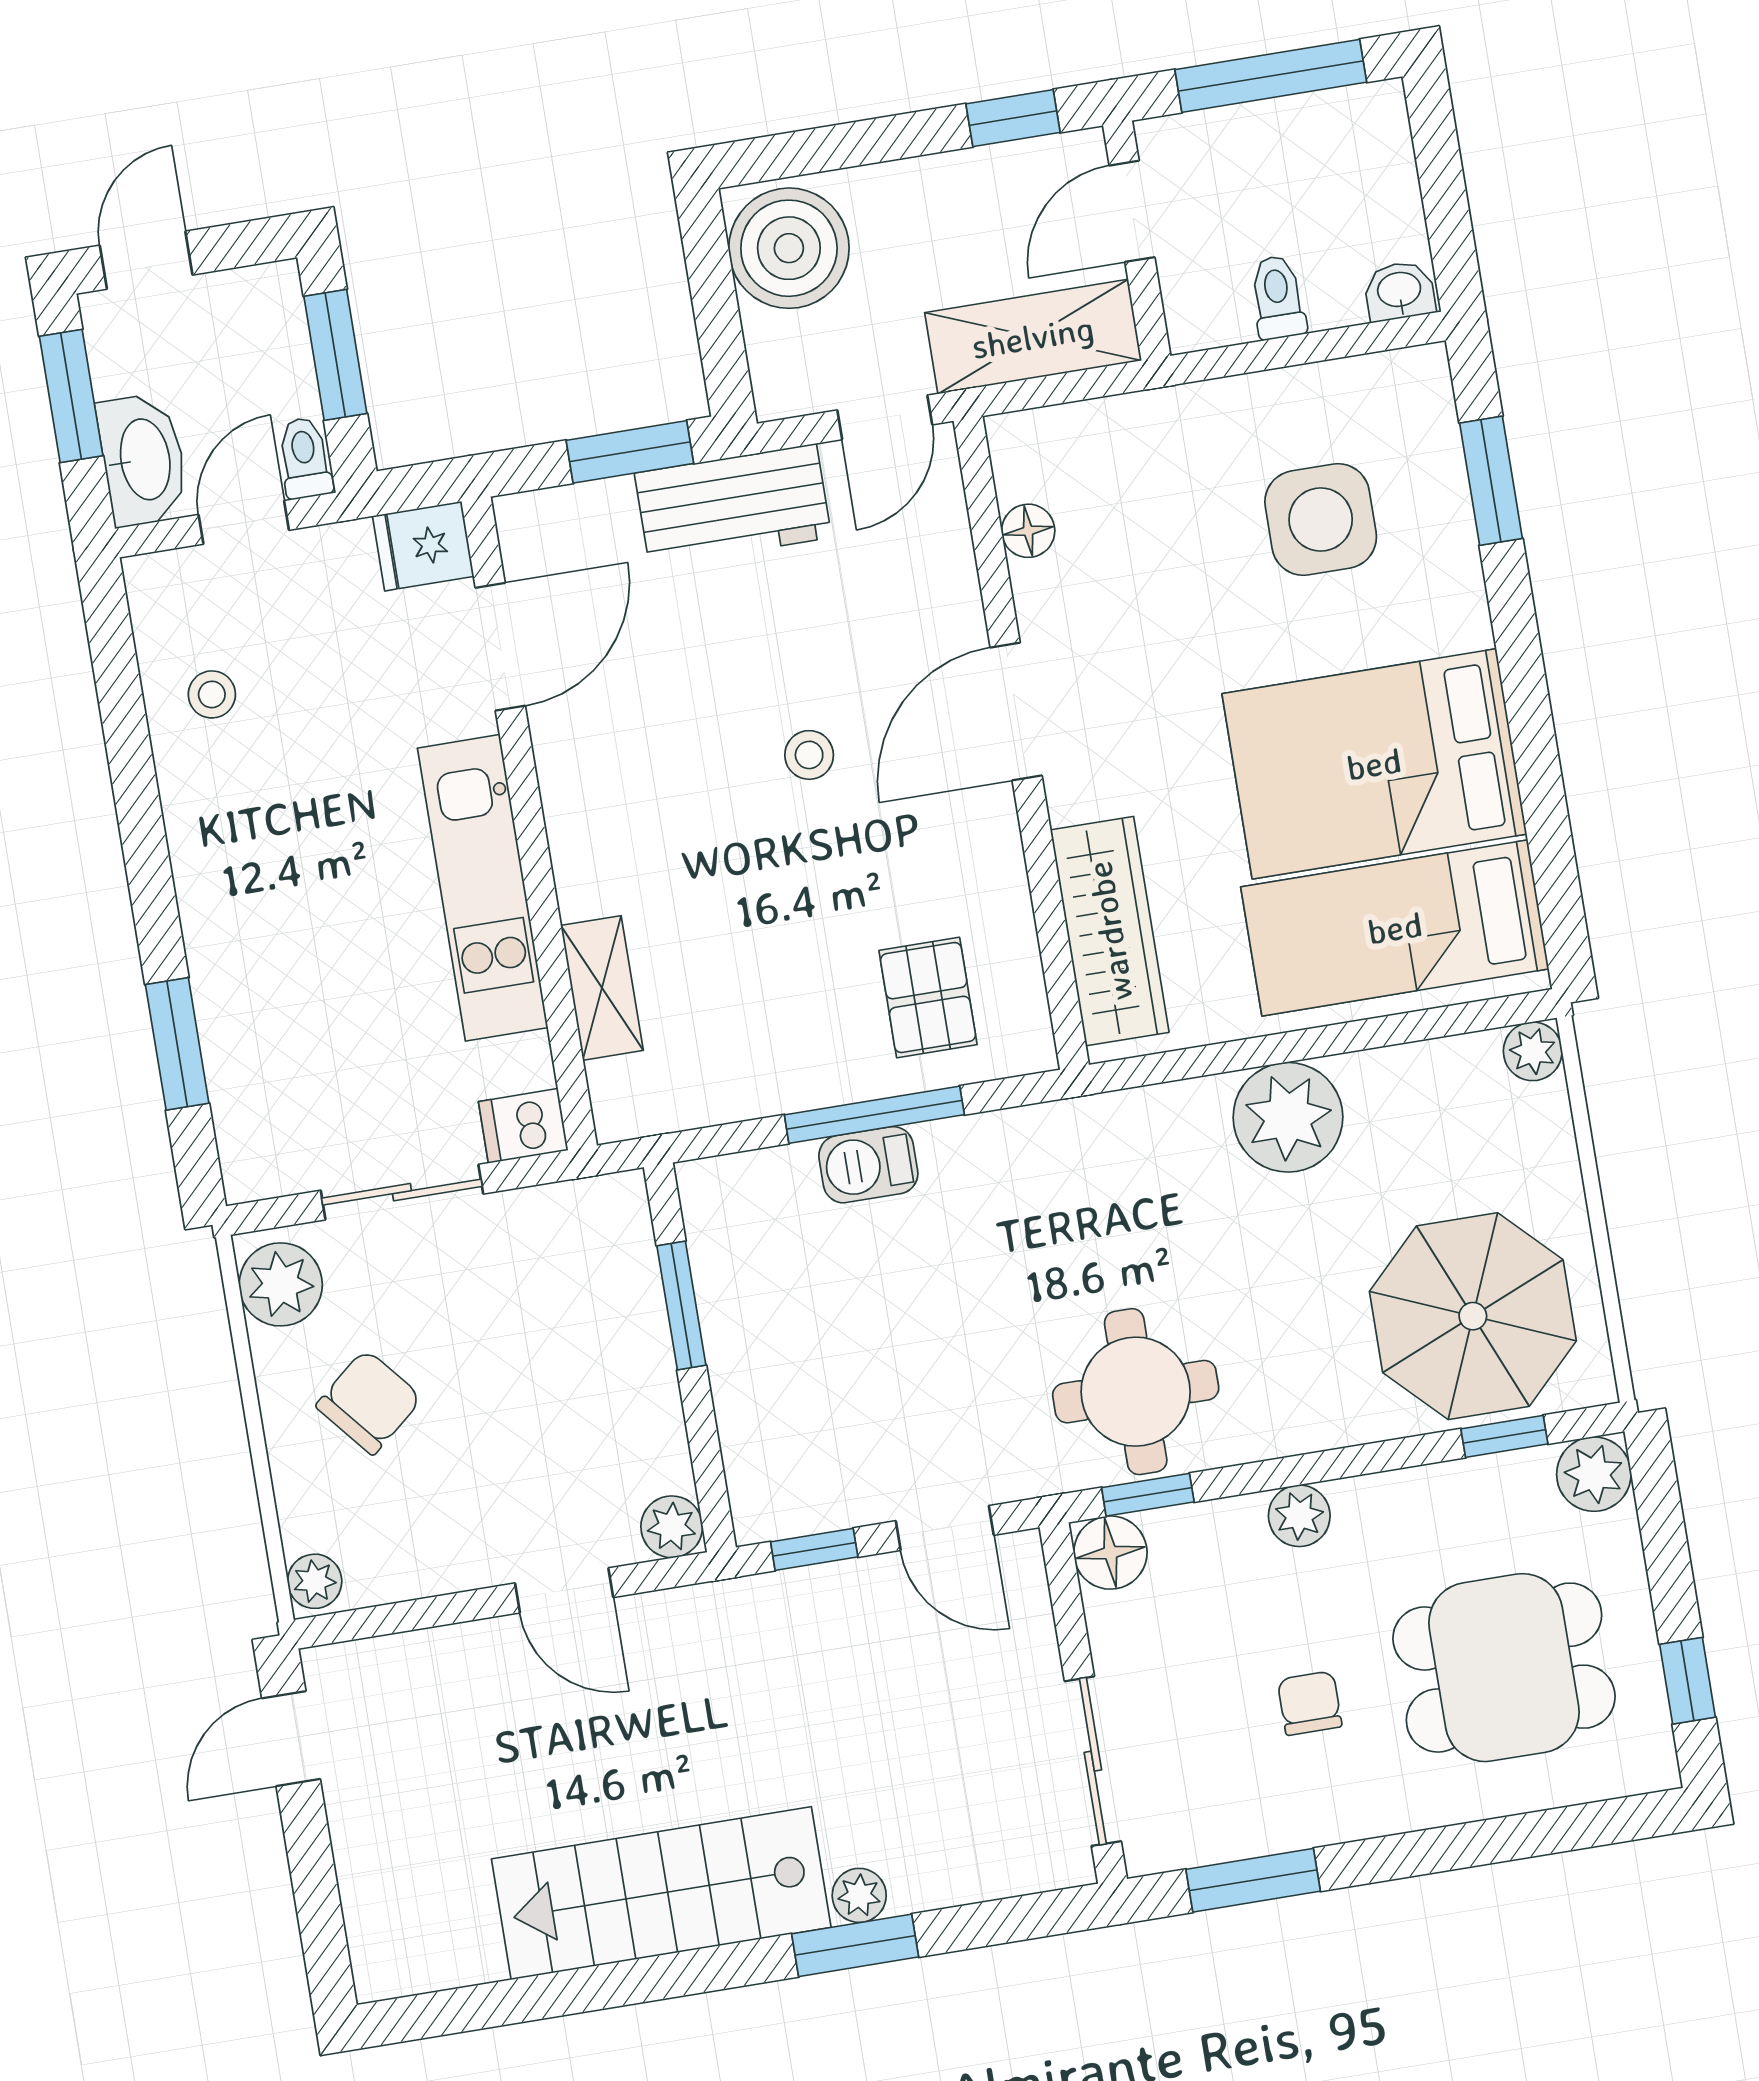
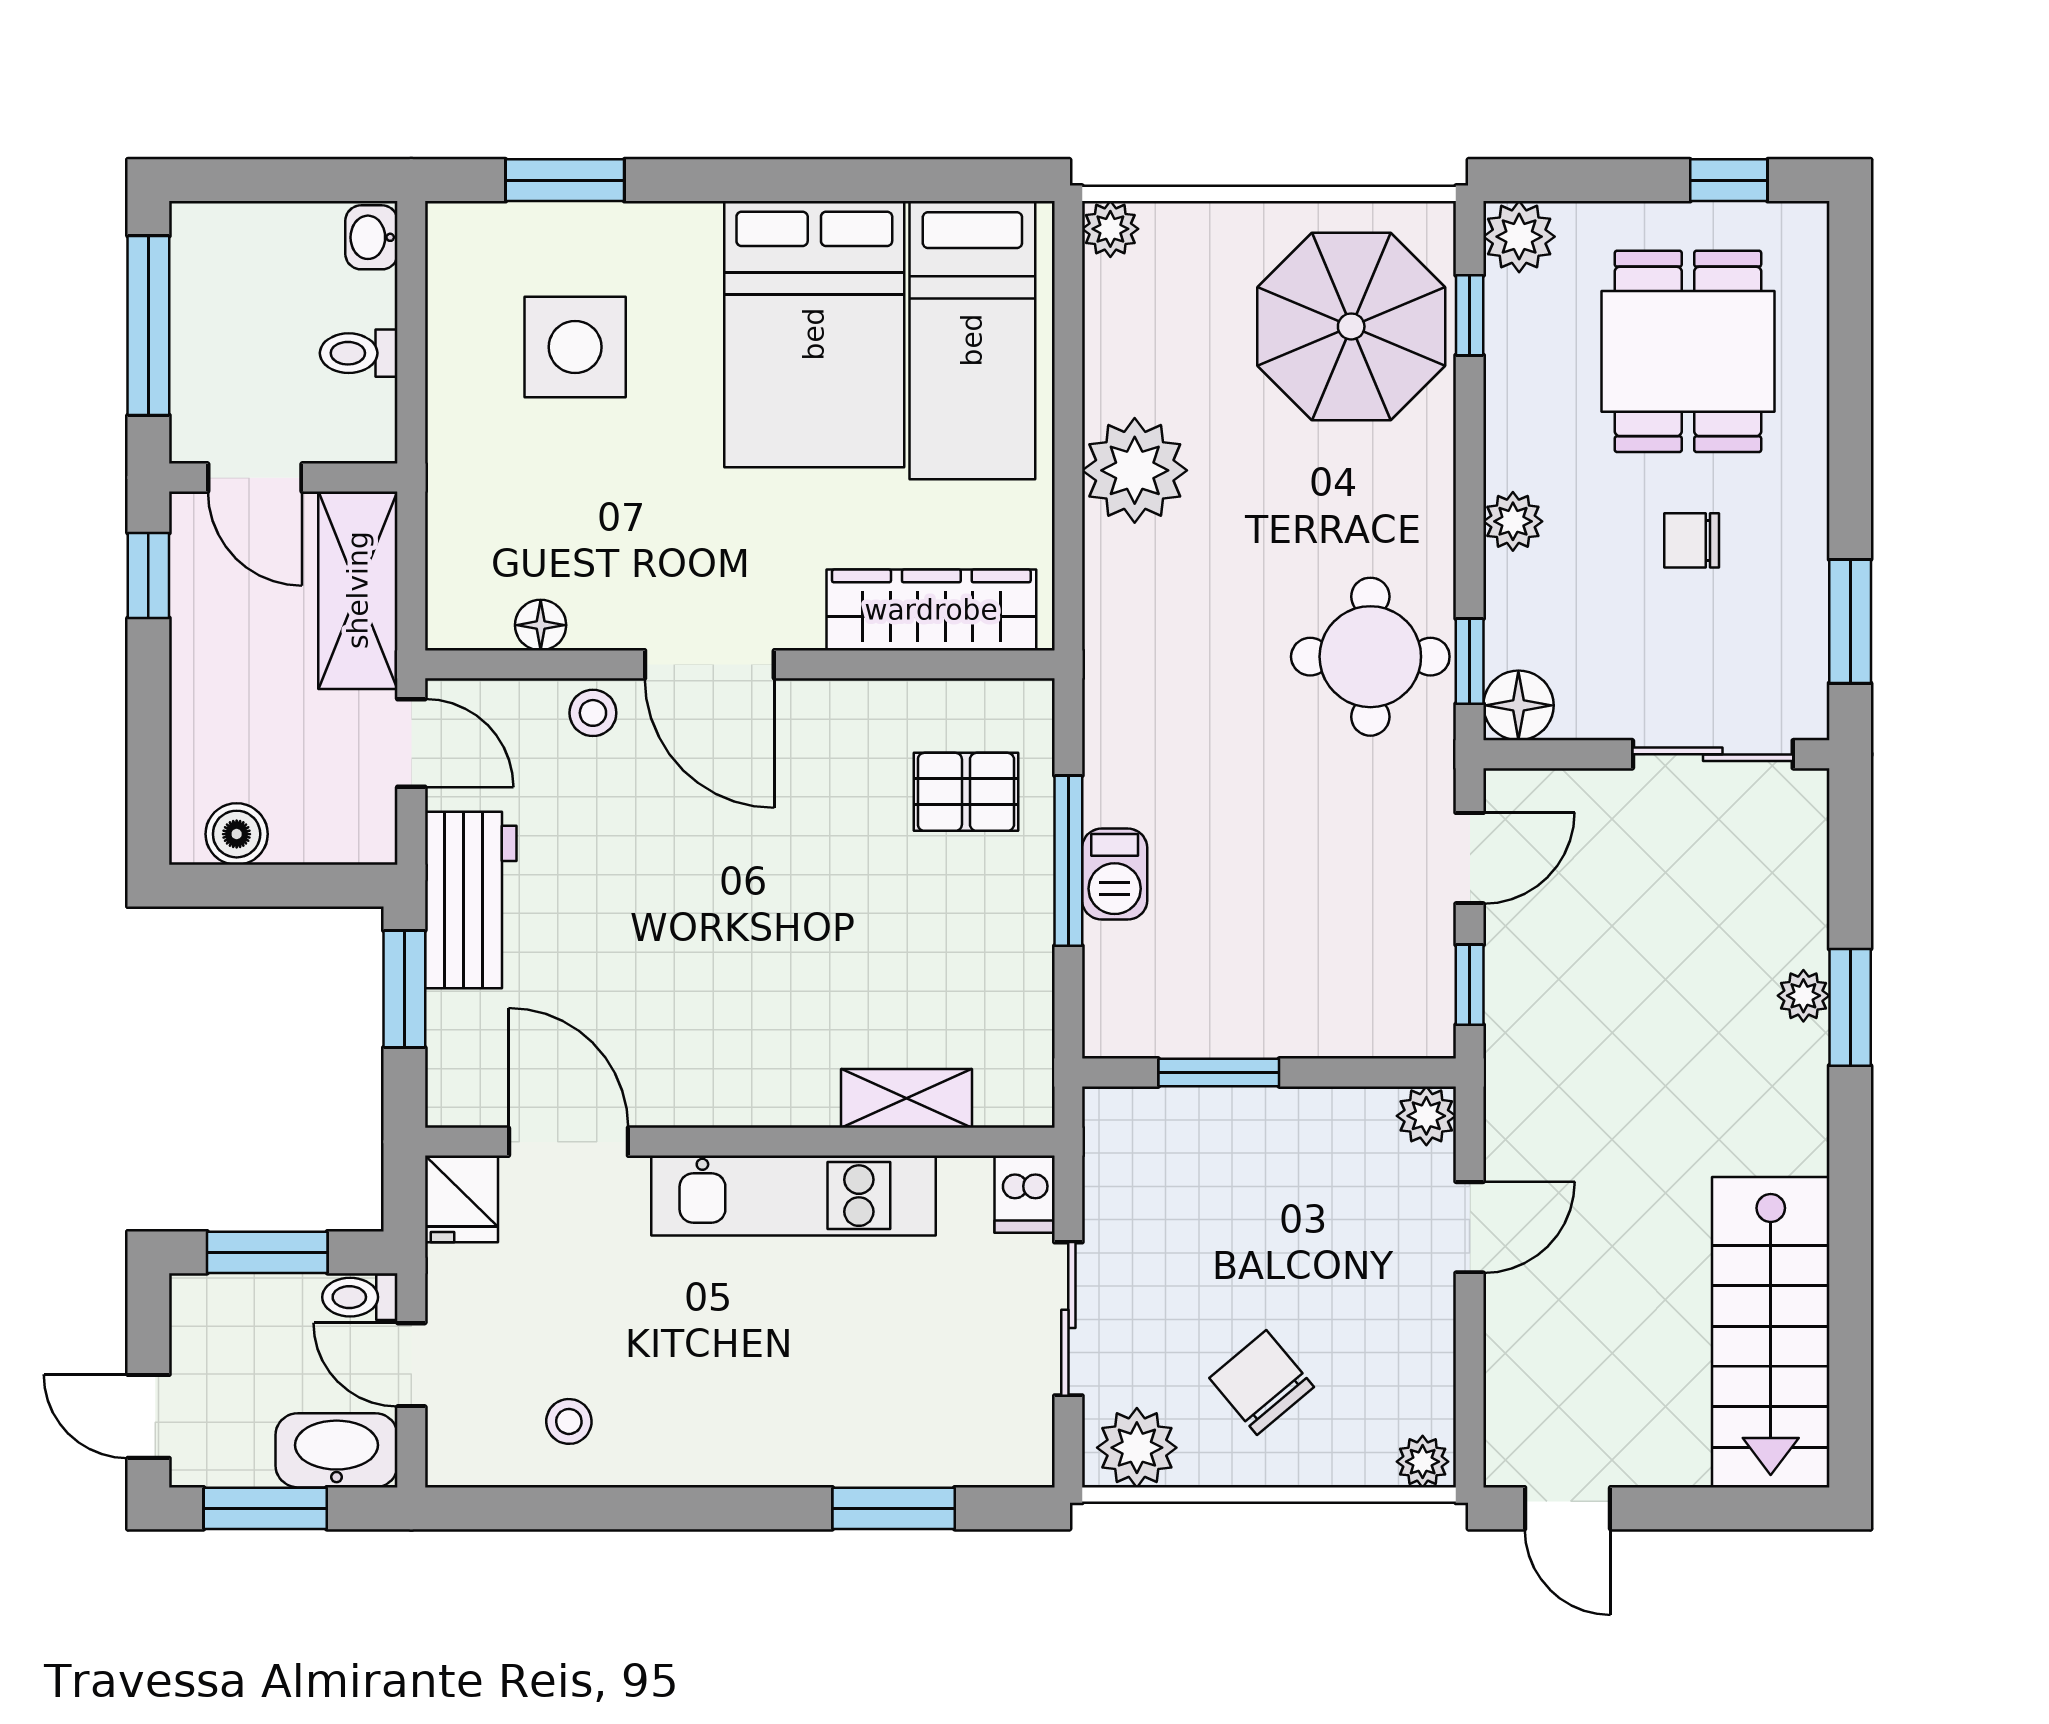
boiler: (789, 248) -> (237, 834), width x0.54, depth x0.54
stool: (809, 755) -> (593, 713), moved
stairs: (661, 1893) -> (1771, 1332), moved

